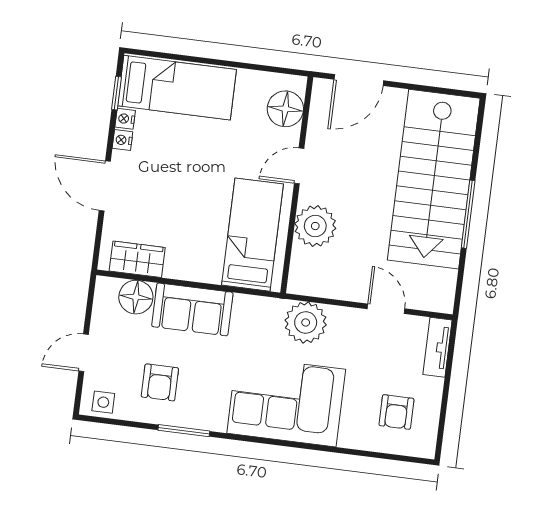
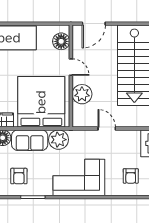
door: (299, 166) -> (71, 67), swing flipped
bed: (253, 235) -> (41, 102), width x2.04
door: (386, 309) -> (107, 128), moved
plant: (306, 322) -> (59, 140), moved

